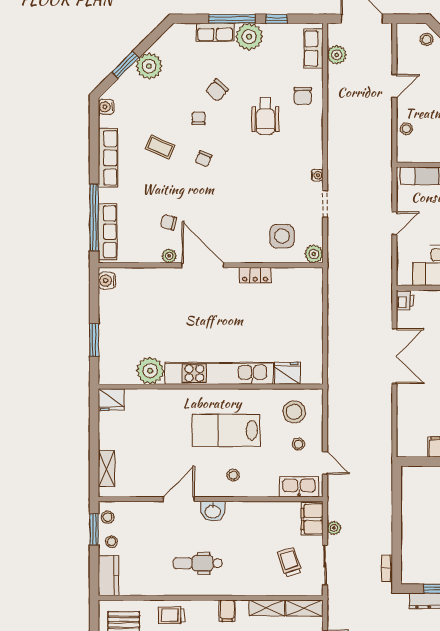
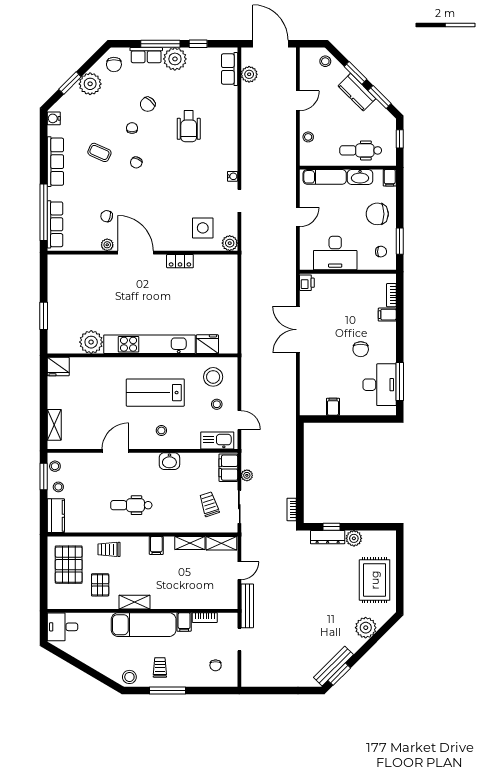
chair: (303, 96) -> (114, 64), moved
water cooler: (107, 281) -> (54, 266), removed
double door: (394, 356) -> (298, 330), swing flipped
washbasin: (213, 511) -> (169, 461), moved

